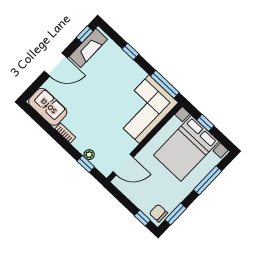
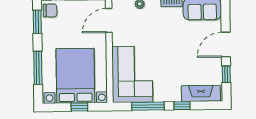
window: (85, 34) -> (226, 74), moved
fireplace: (88, 48) -> (201, 93), moved, turned 90
window: (165, 84) -> (148, 106), moved

